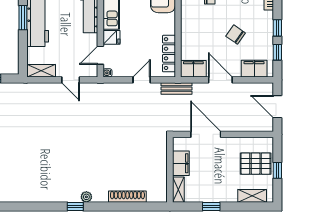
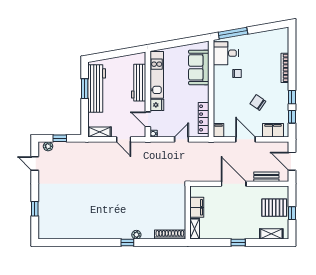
door: (100, 55) -> (148, 119), hinge flipped
filing cabinet: (193, 69) -> (218, 130), width x0.50
bench: (176, 88) -> (266, 177), moved
filing cabinet: (181, 163) -> (197, 207), moved
wall: (170, 170) -> (188, 213), moved
shelving: (178, 190) -> (195, 229), moved

